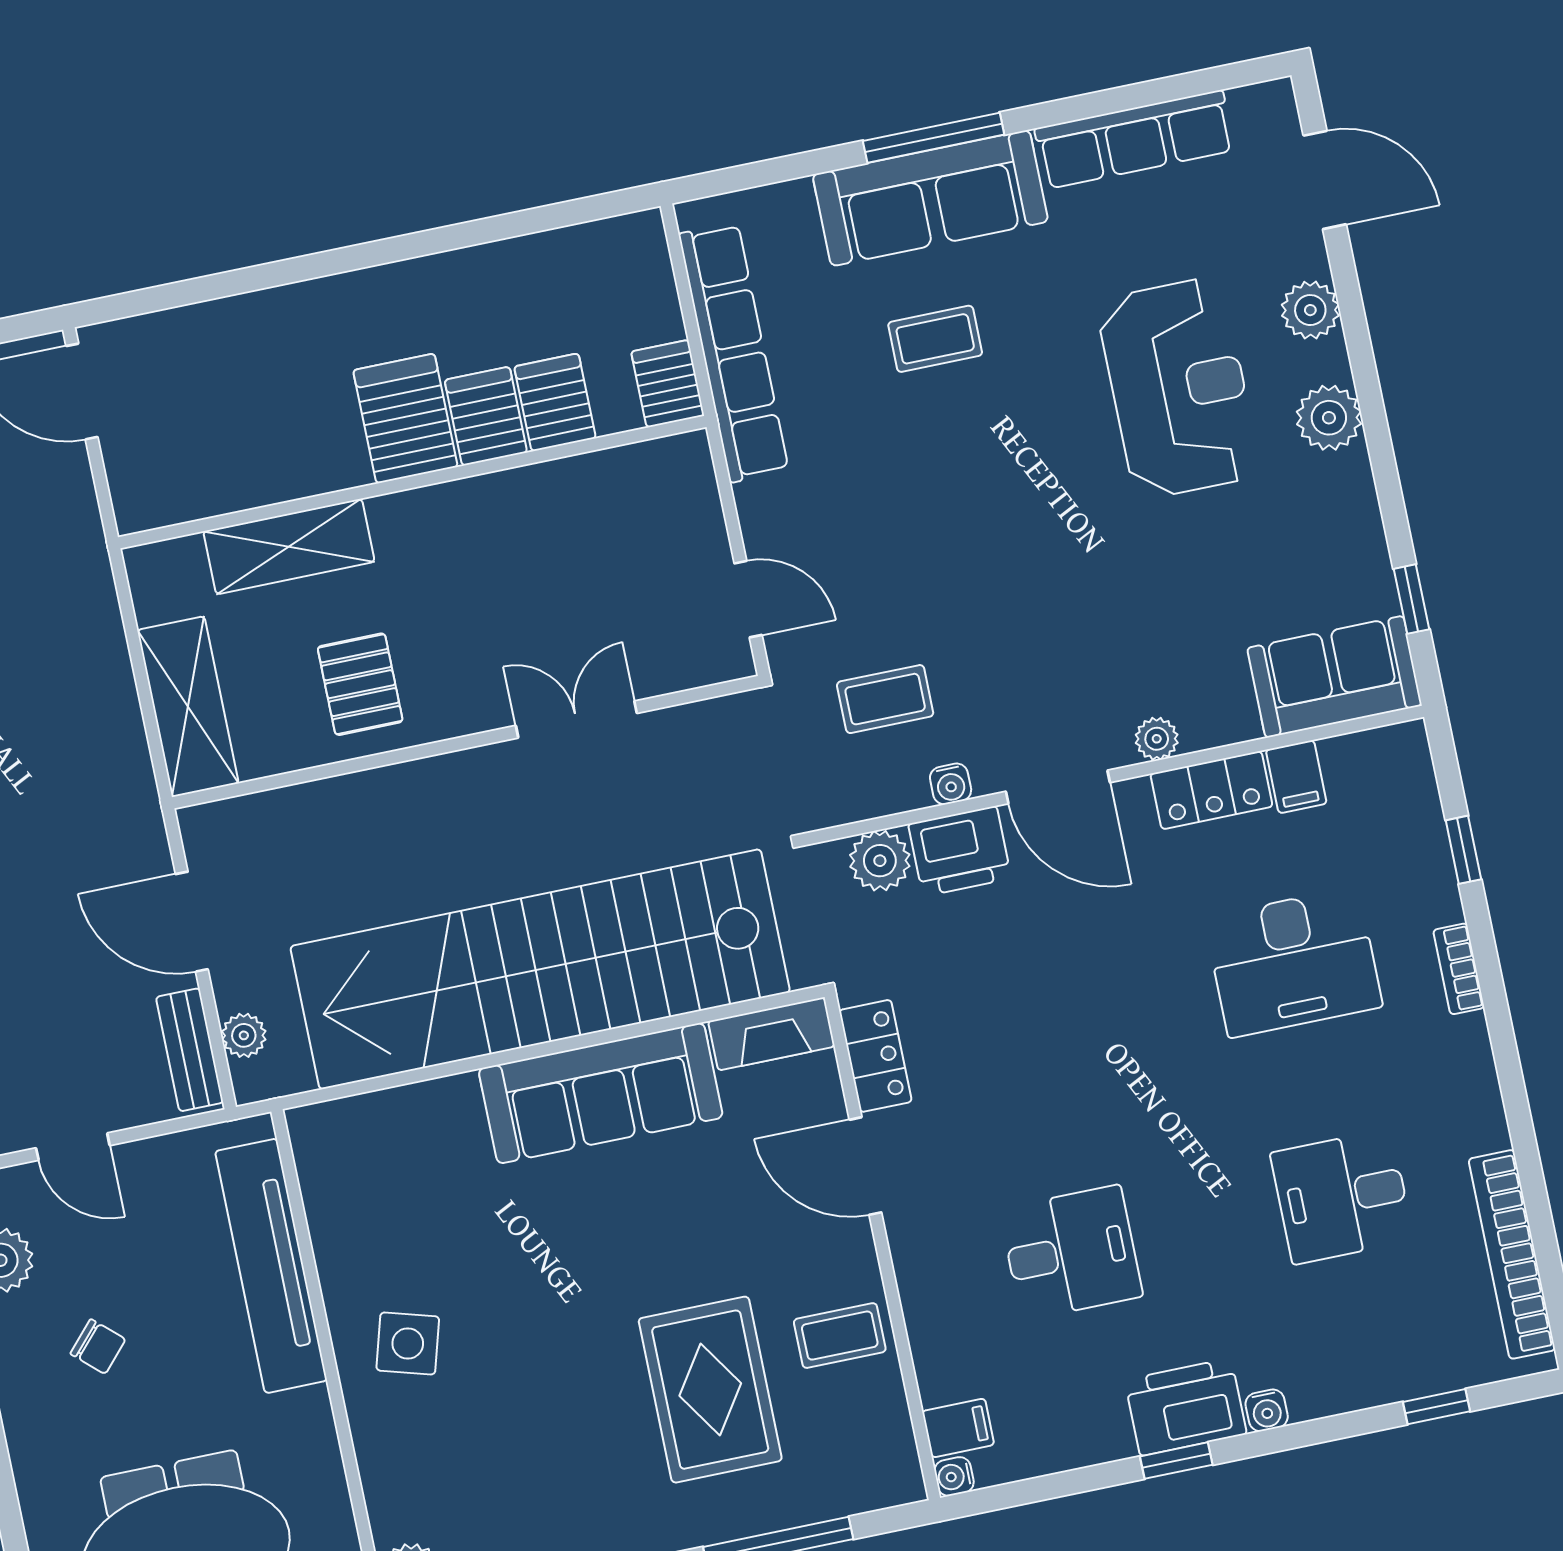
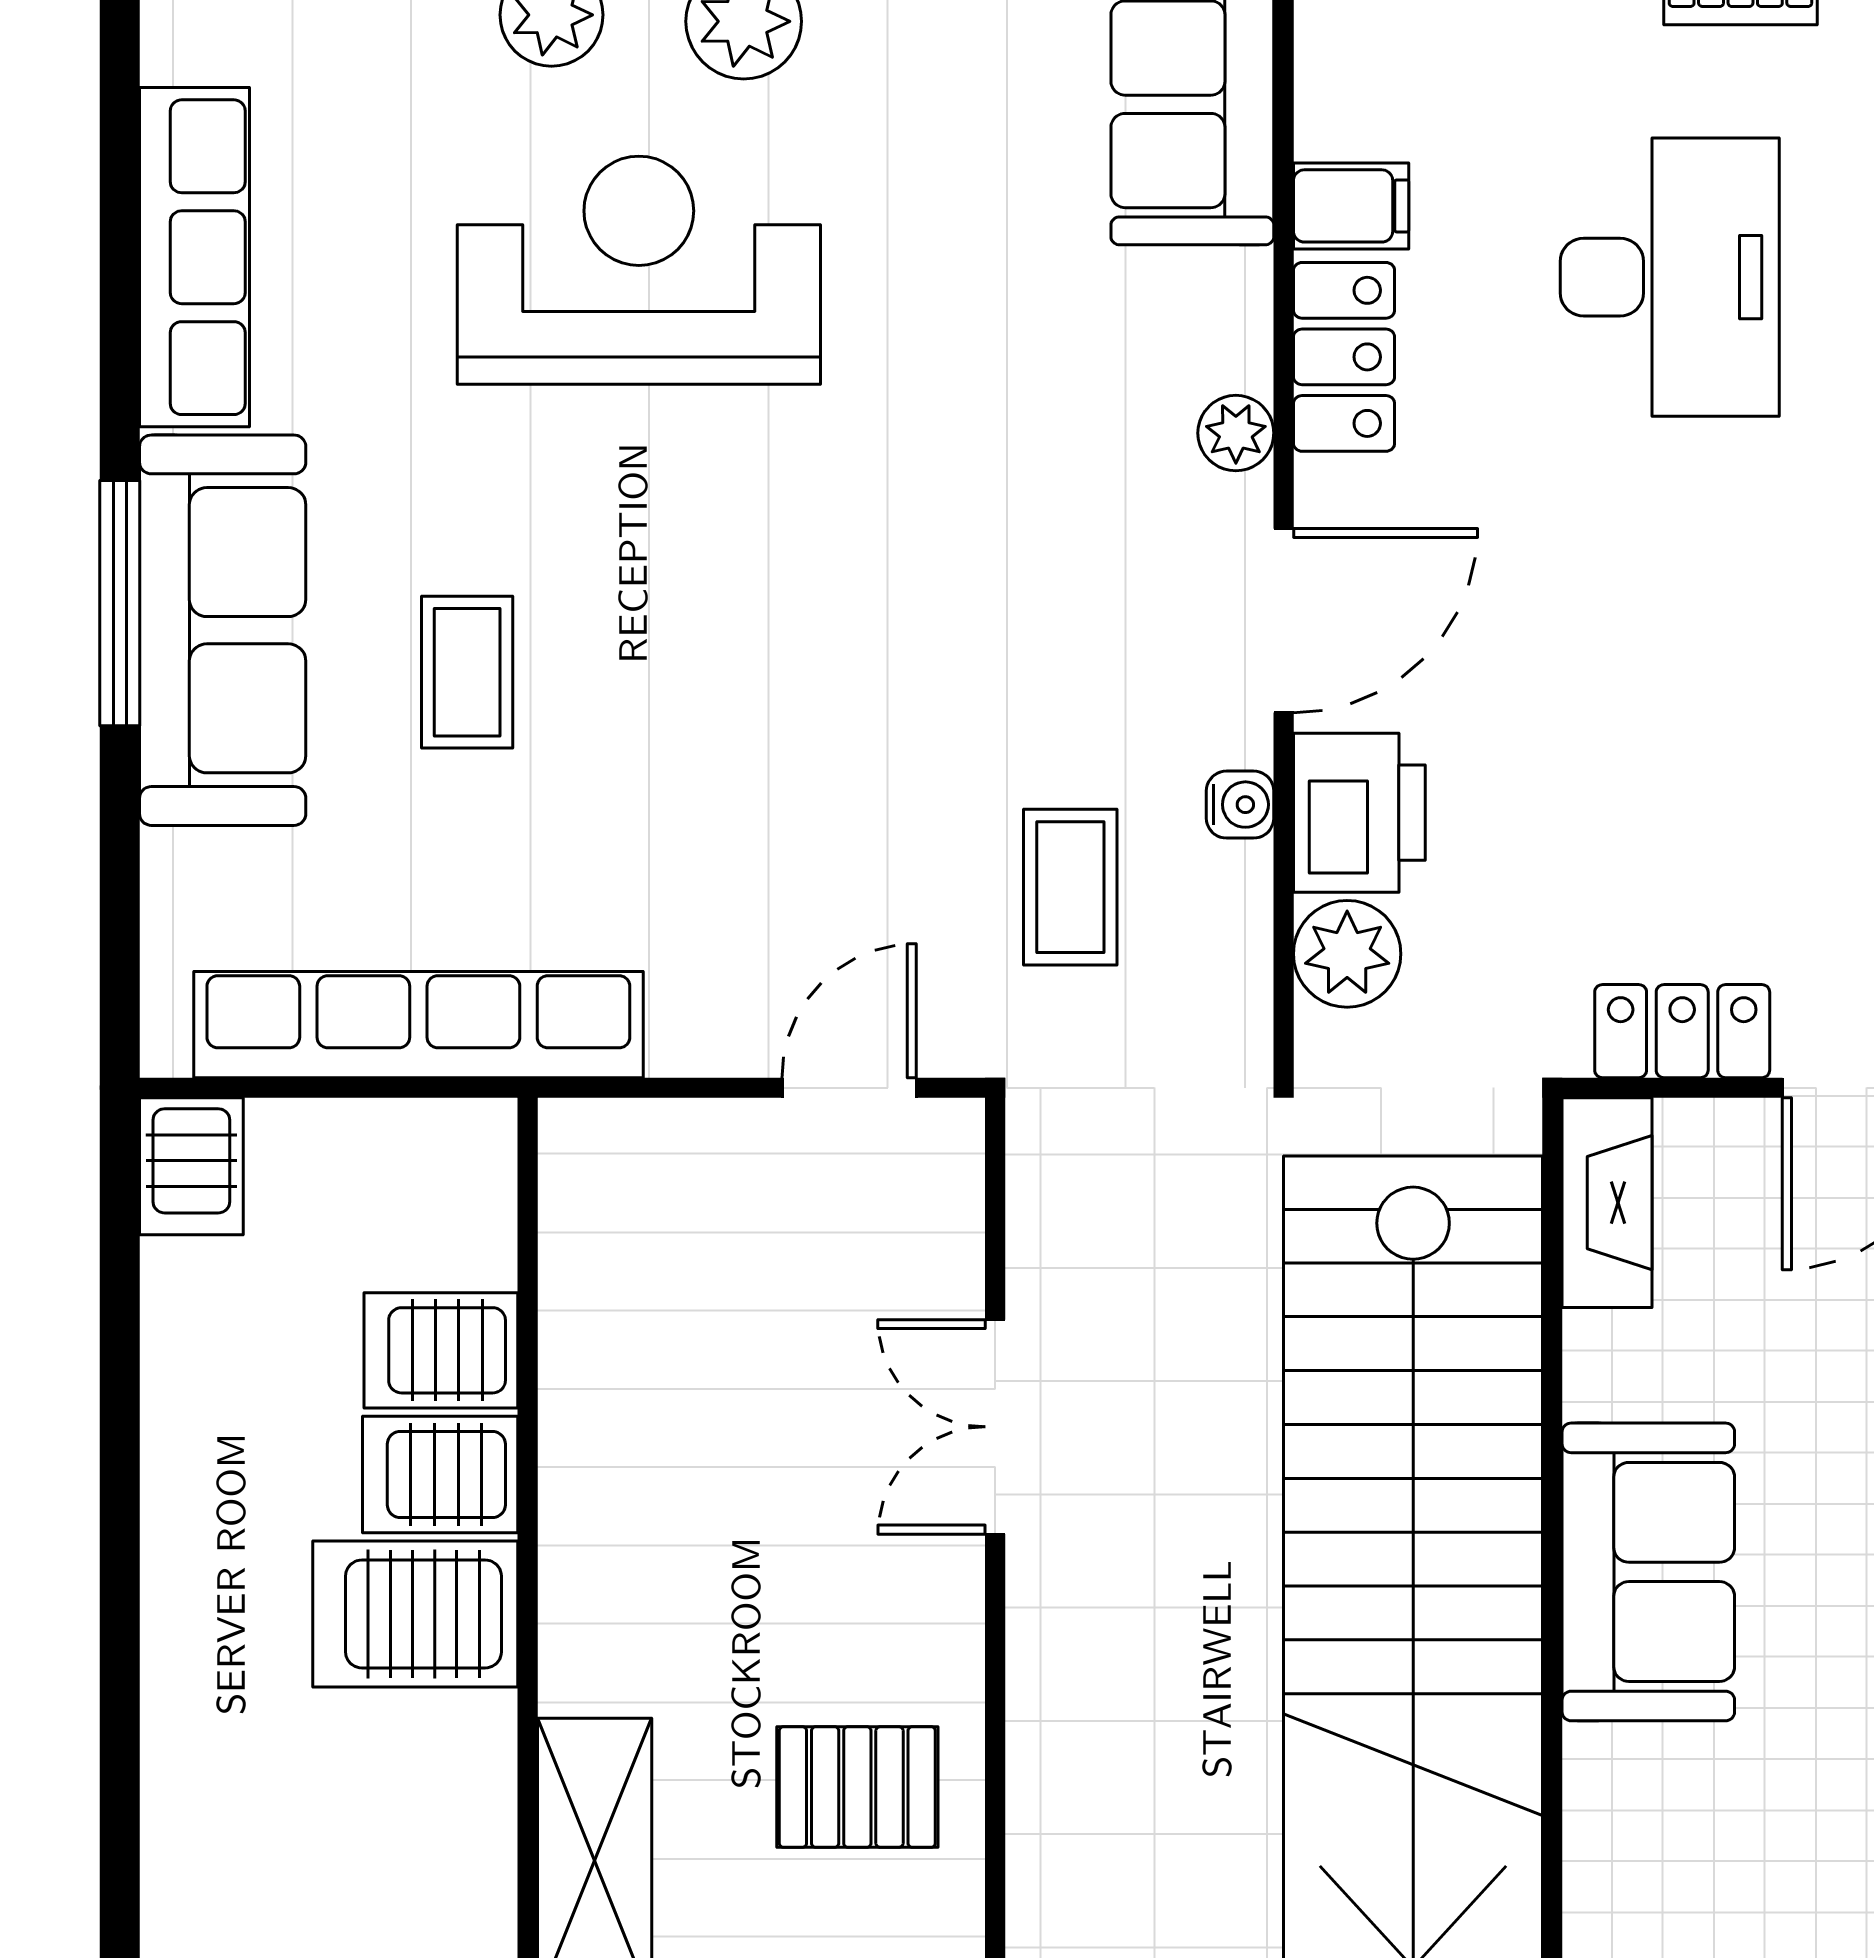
server rack: (668, 384) -> (191, 1166), moved, turned -90
sofa: (601, 1093) -> (1648, 1572), width x0.73

